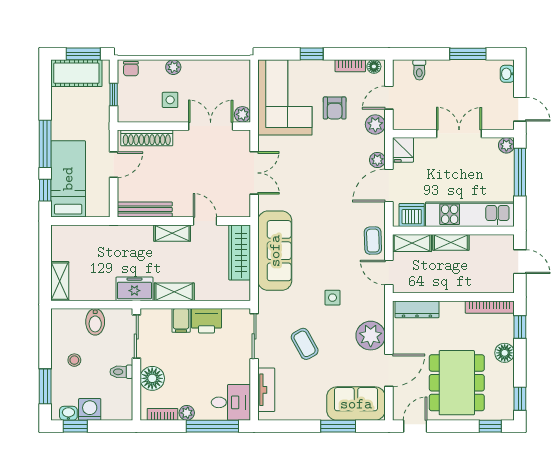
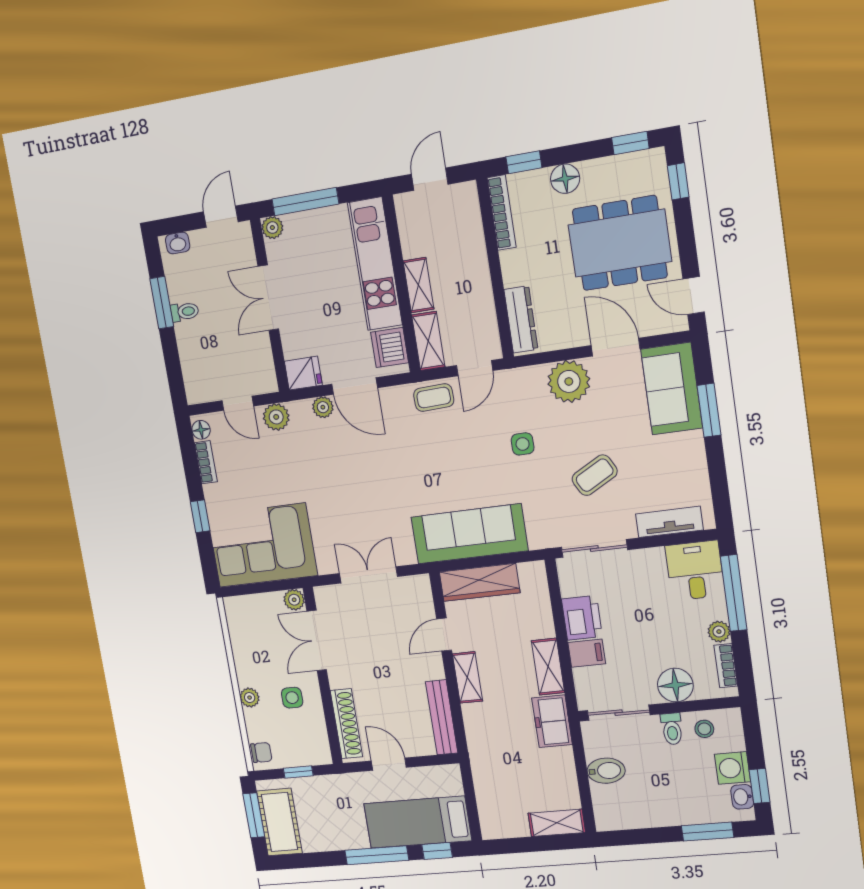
toilet: (419, 70) -> (185, 312), moved
armchair: (335, 108) -> (264, 476), removed
stool: (74, 360) -> (704, 729), moved

